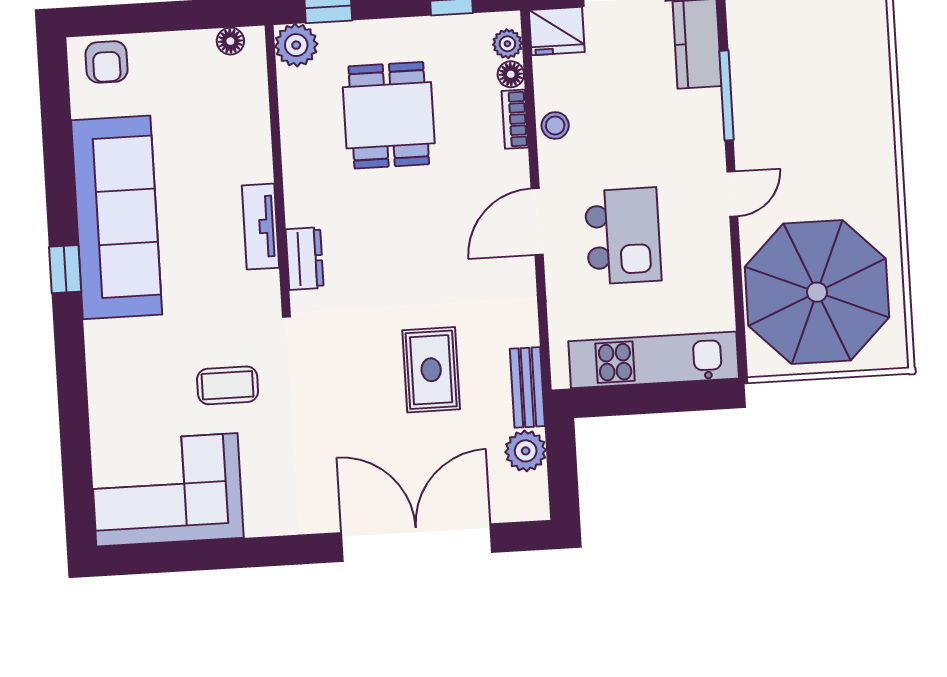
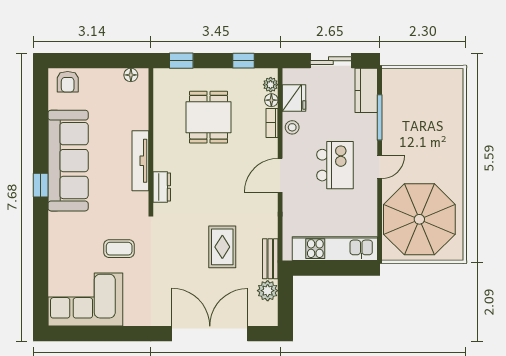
fridge: (557, 31) -> (294, 98), moved, turned -90
plant: (296, 45) -> (164, 79), removed
tv unit: (260, 227) -> (140, 161), width x1.41
kitchen island: (623, 236) -> (335, 165), moved

